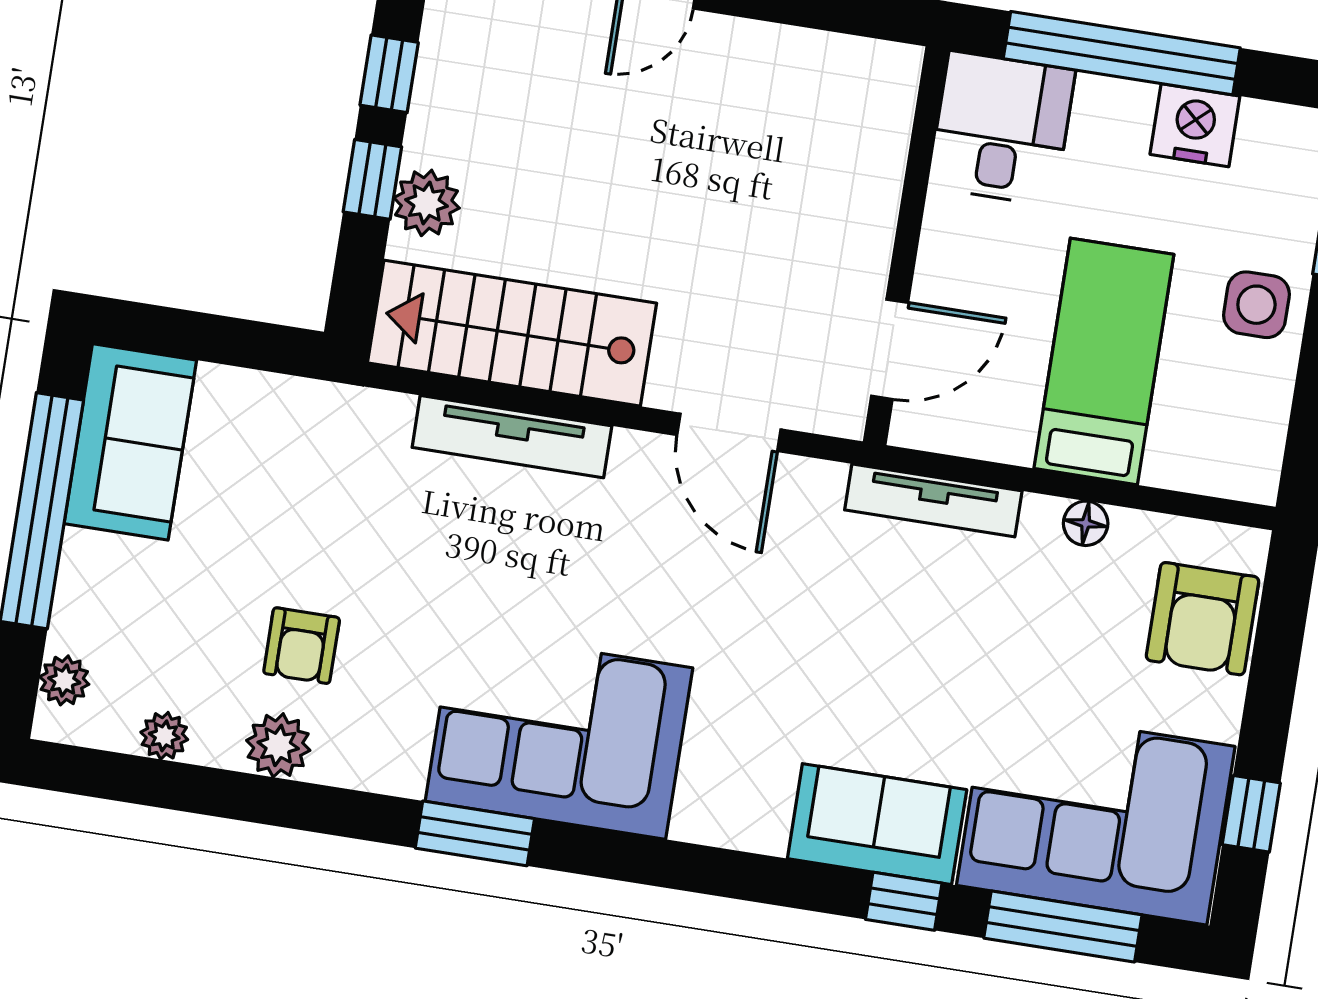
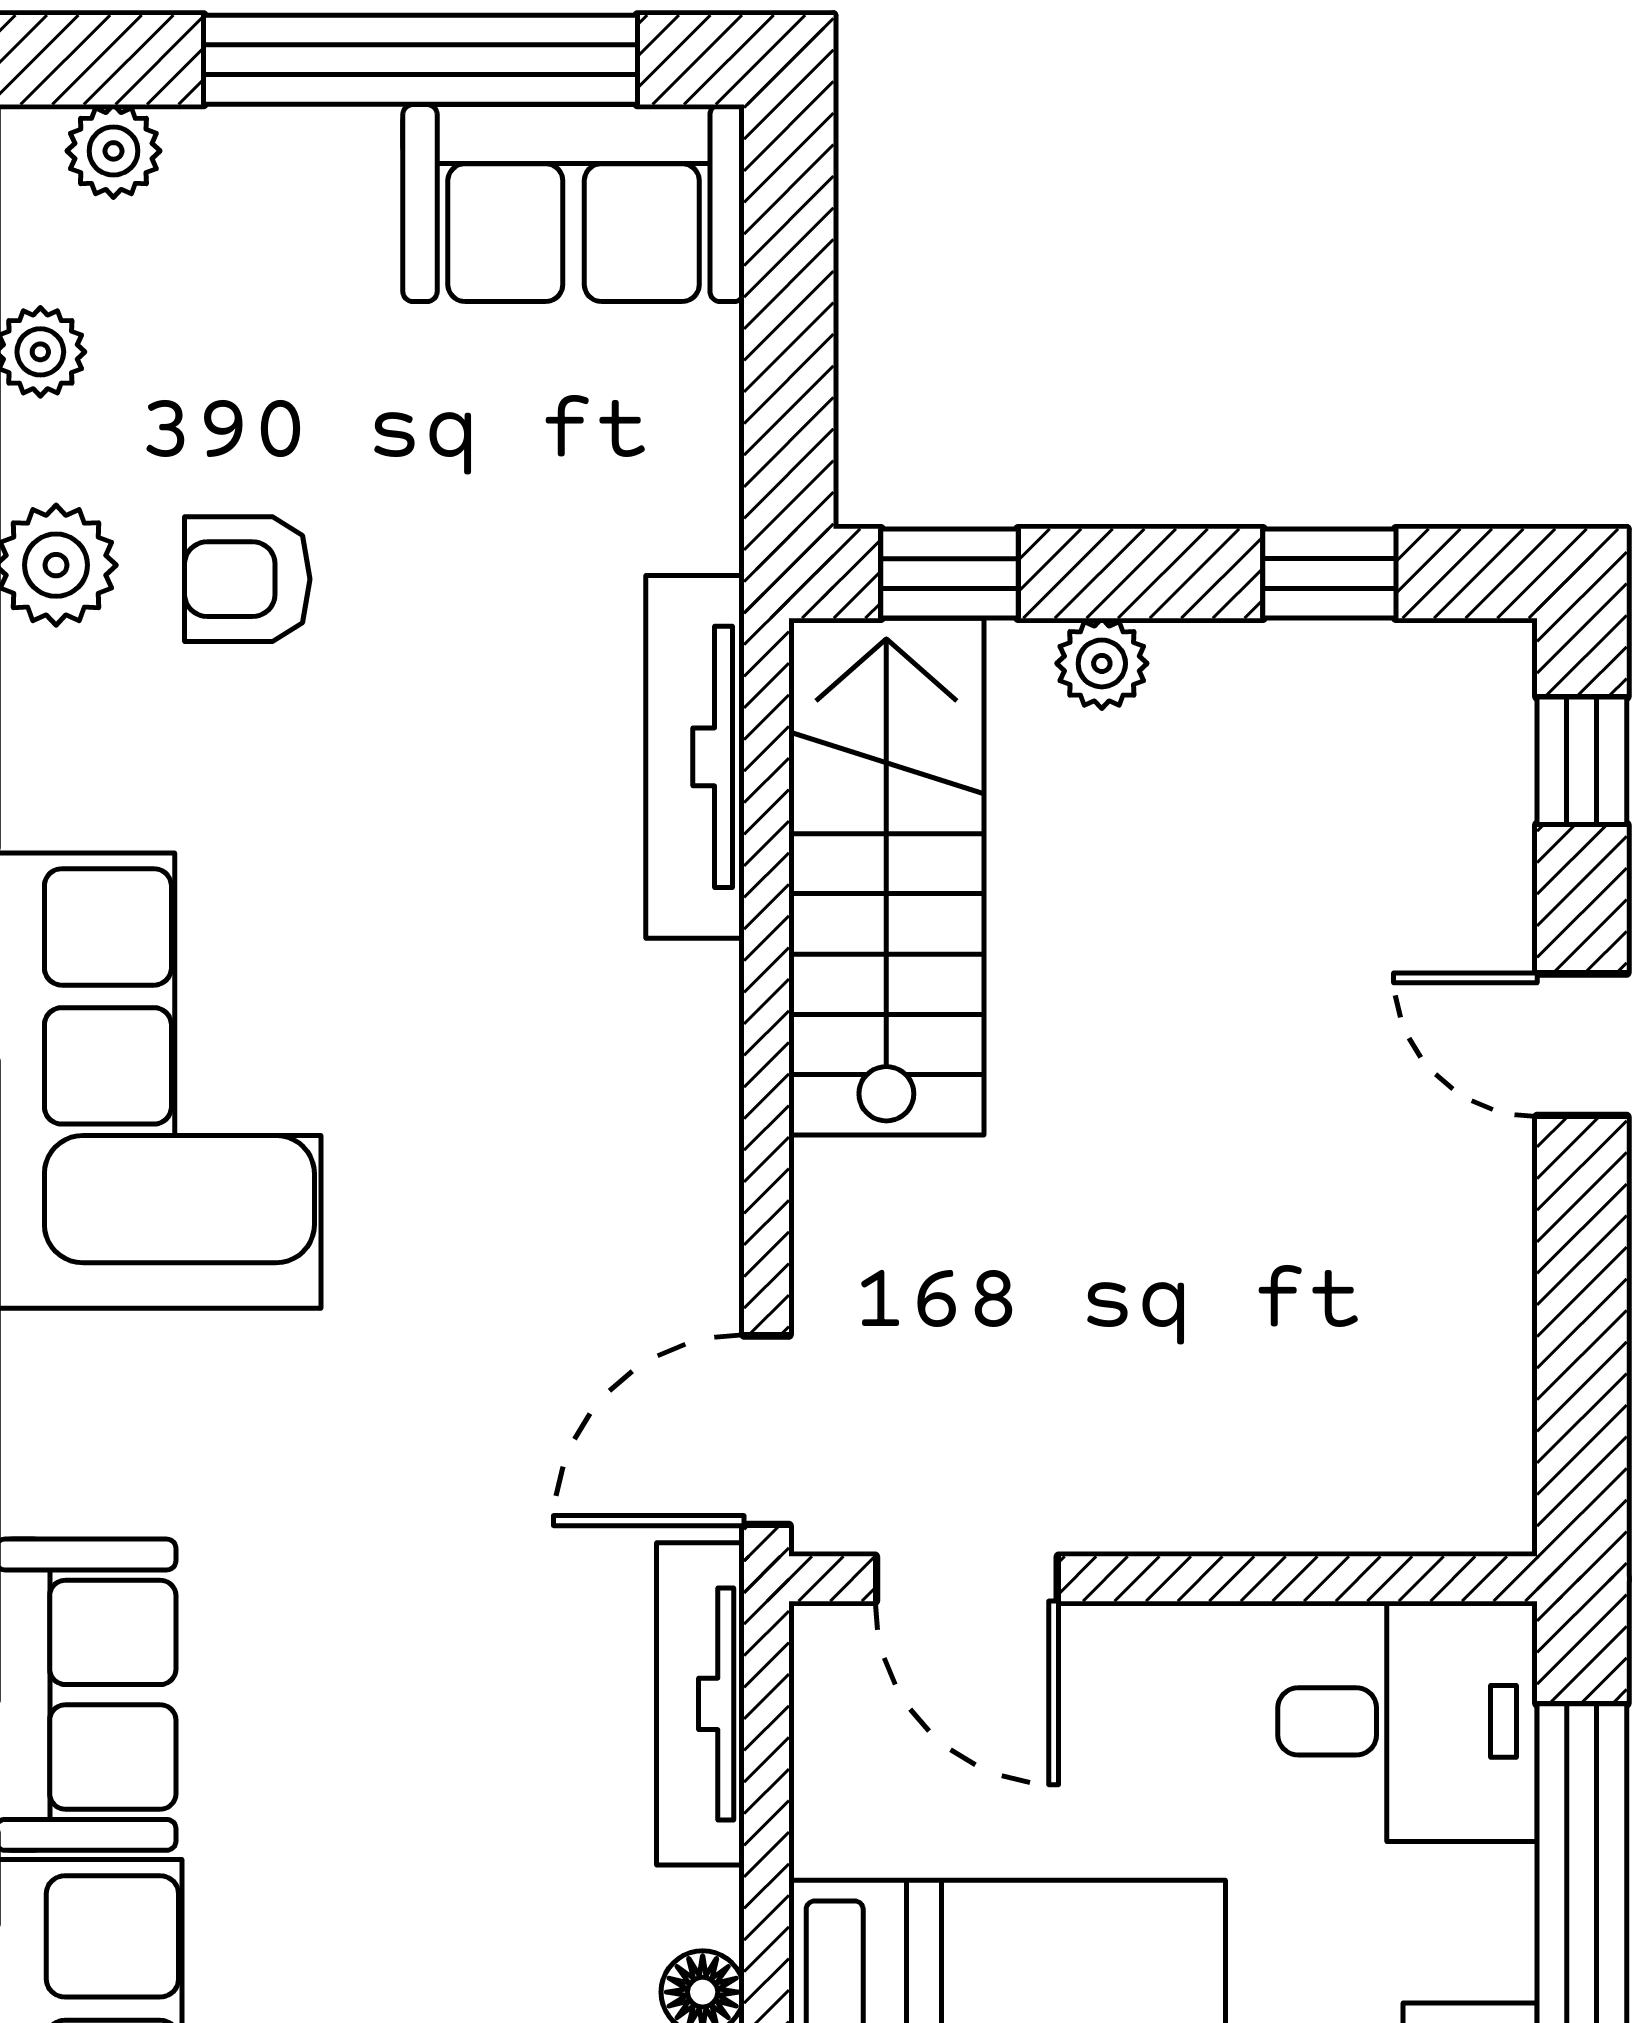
window: (372, 179) -> (950, 574), moved
plant: (427, 203) -> (1102, 663), width x0.73, depth x0.73
door: (729, 432) -> (766, 1430), moved
tv unit: (512, 437) -> (695, 757), moved

